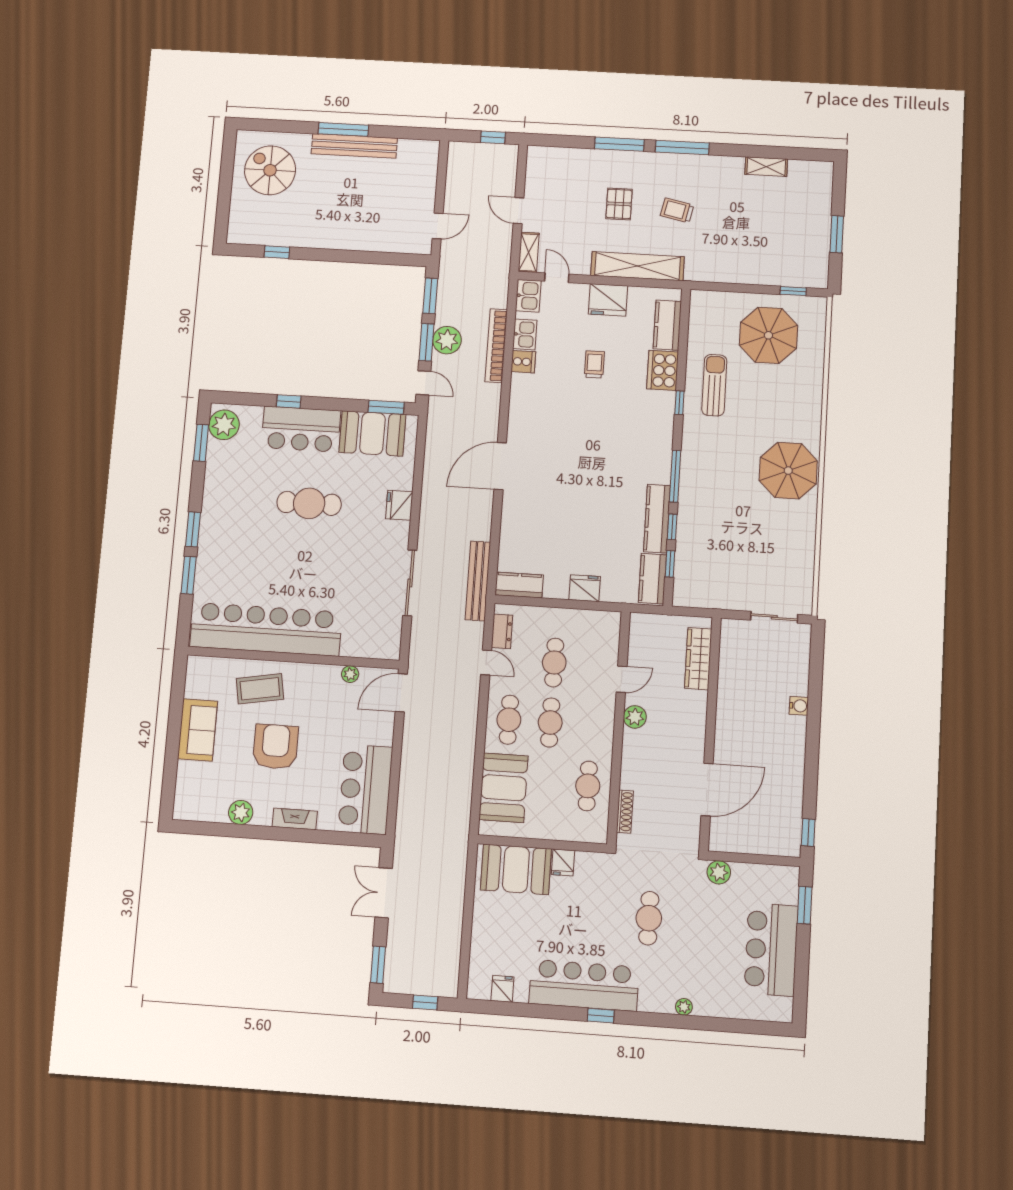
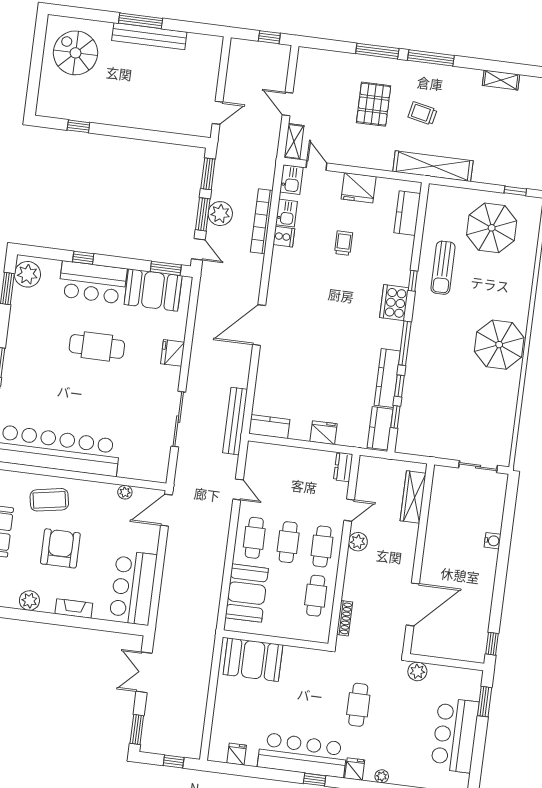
pallet: (619, 204) -> (374, 104), width x1.50, depth x1.42
shelving: (637, 266) -> (433, 166), moved
cooker: (663, 370) -> (394, 303), moved
sun lounger: (714, 385) -> (443, 268), turned 180
dresser: (502, 631) -> (343, 467), moved, turned 180
cafe table: (554, 663) -> (322, 546), moved
fridge: (563, 863) -> (355, 769), moved, turned 180

